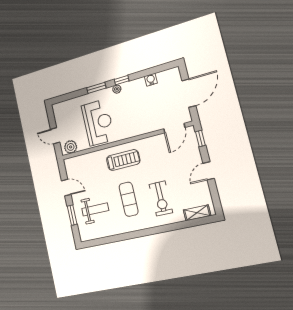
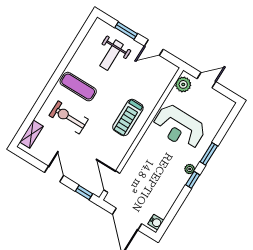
water cooler: (151, 80) -> (156, 222), moved
exercise mat: (129, 199) -> (78, 87), moved

